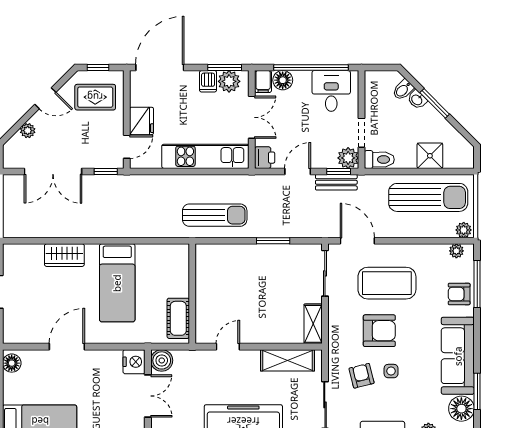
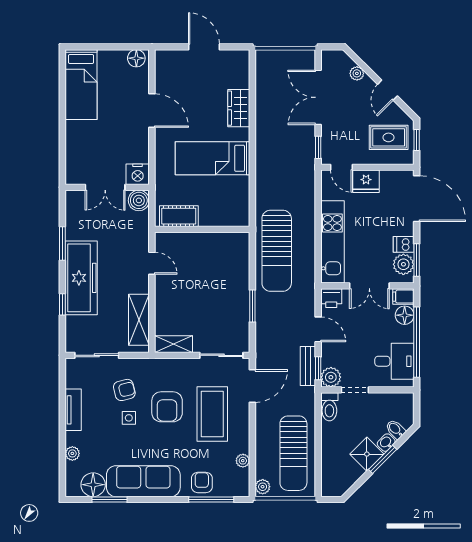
rug: (95, 97) -> (389, 137), turned 90
shower: (430, 156) -> (367, 454), moved, turned 45
sun lounger: (215, 215) -> (277, 251), width x1.36, depth x1.34
plant: (456, 251) -> (243, 461), moved

